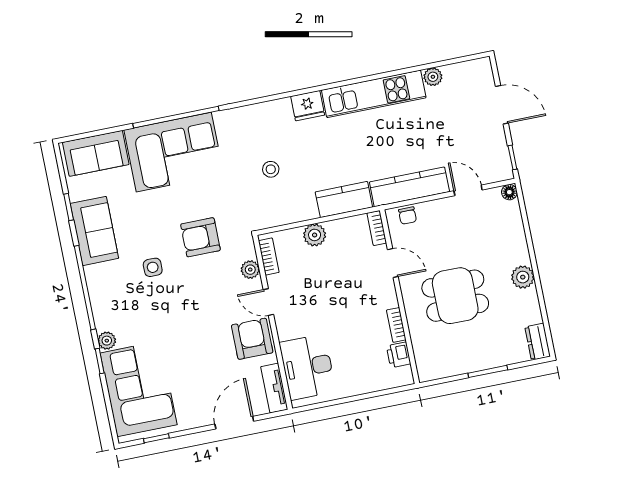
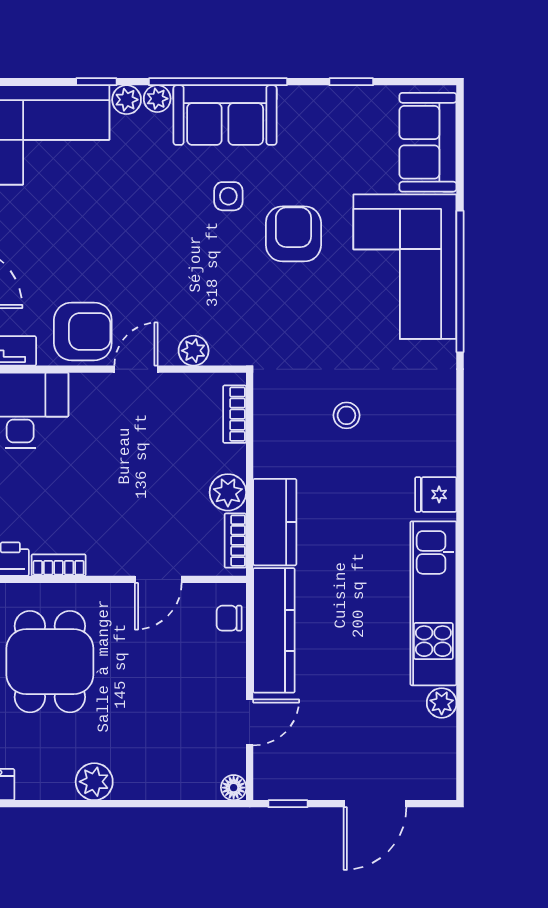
fridge: (308, 106) -> (436, 494), width x0.72
bookcase: (377, 228) -> (235, 541), moved, turned -90
sofa: (94, 231) -> (225, 115), moved
plant: (315, 235) -> (228, 492), moved
armchair: (200, 237) -> (293, 234), moved
bookcase: (269, 257) -> (235, 414), moved, turned 90
dining table: (455, 296) -> (50, 662), moved
plant: (102, 322) -> (157, 99), added

